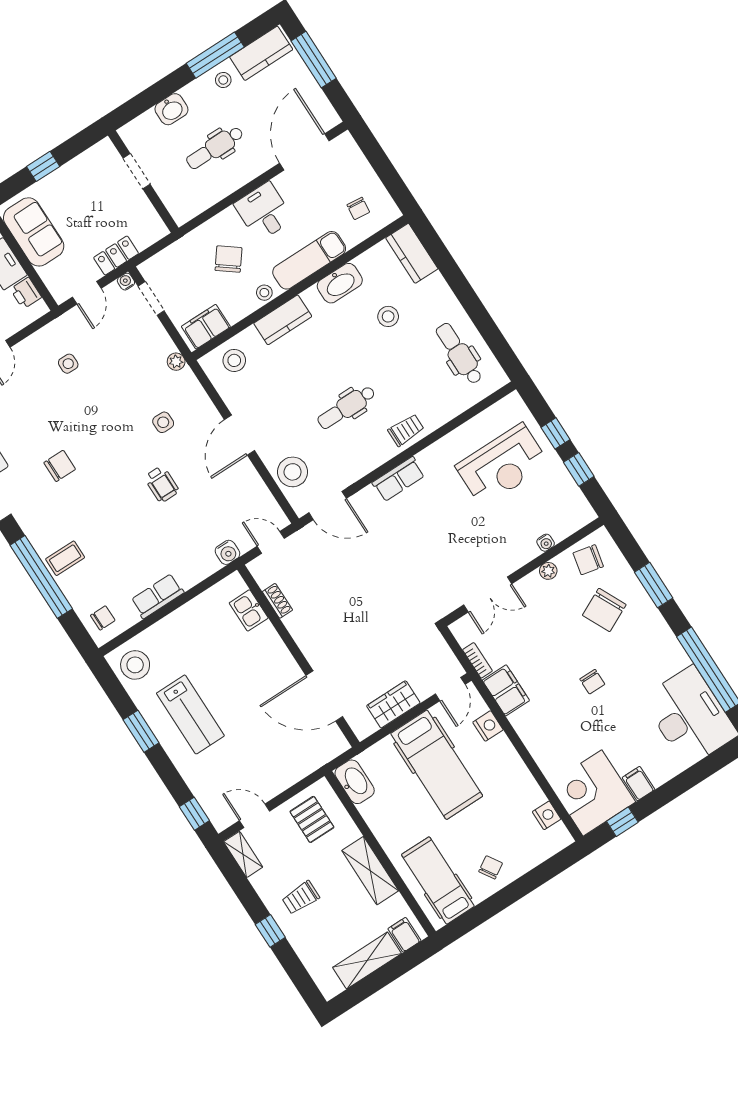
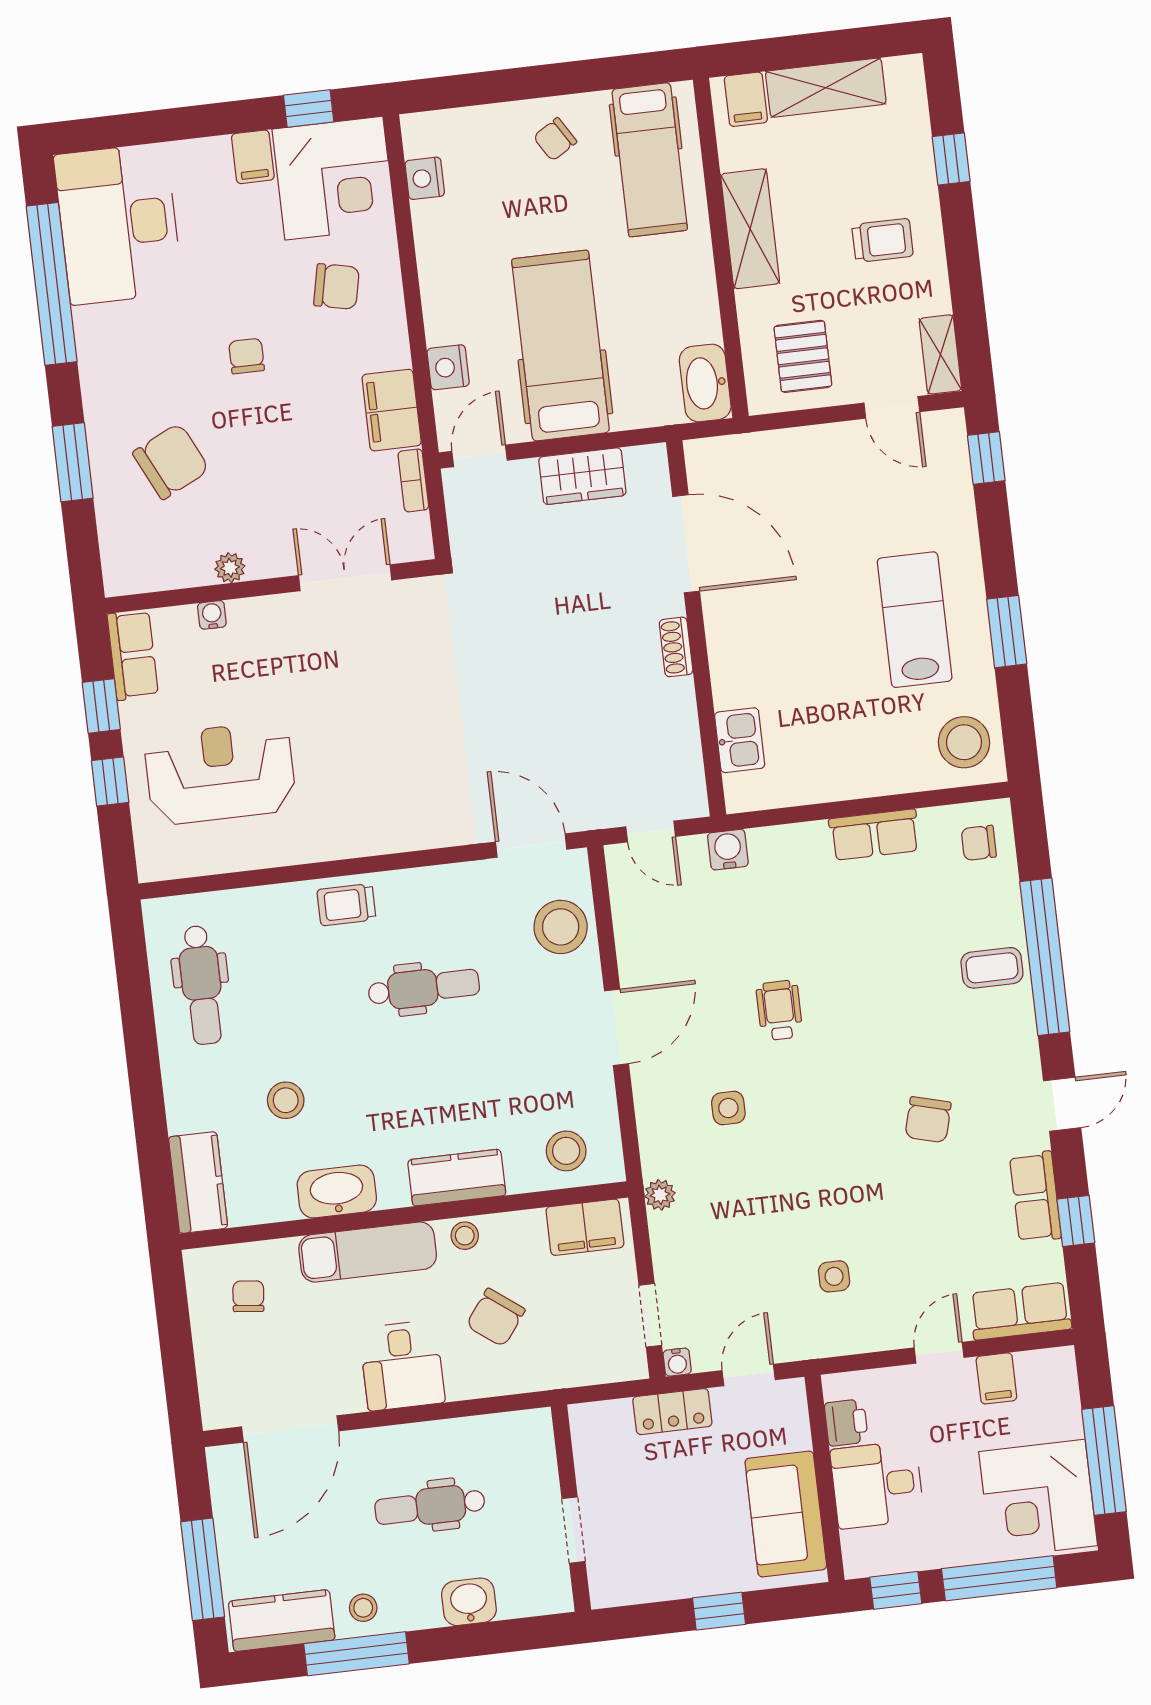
dental chair: (215, 148) -> (430, 1506), turned 180
chair: (60, 466) -> (928, 1120), turned -75
row of seats: (399, 479) -> (133, 655), moved, turned 90
chair: (588, 560) -> (337, 286), moved
shoe rack: (277, 601) -> (676, 647), moved
window: (270, 931) -> (951, 159), moved

